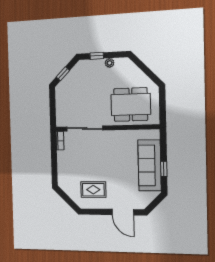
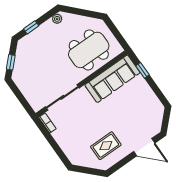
plant: (110, 63) -> (57, 19), moved
sofa: (149, 165) -> (112, 79), moved, turned -90
window: (164, 169) -> (142, 70), moved

